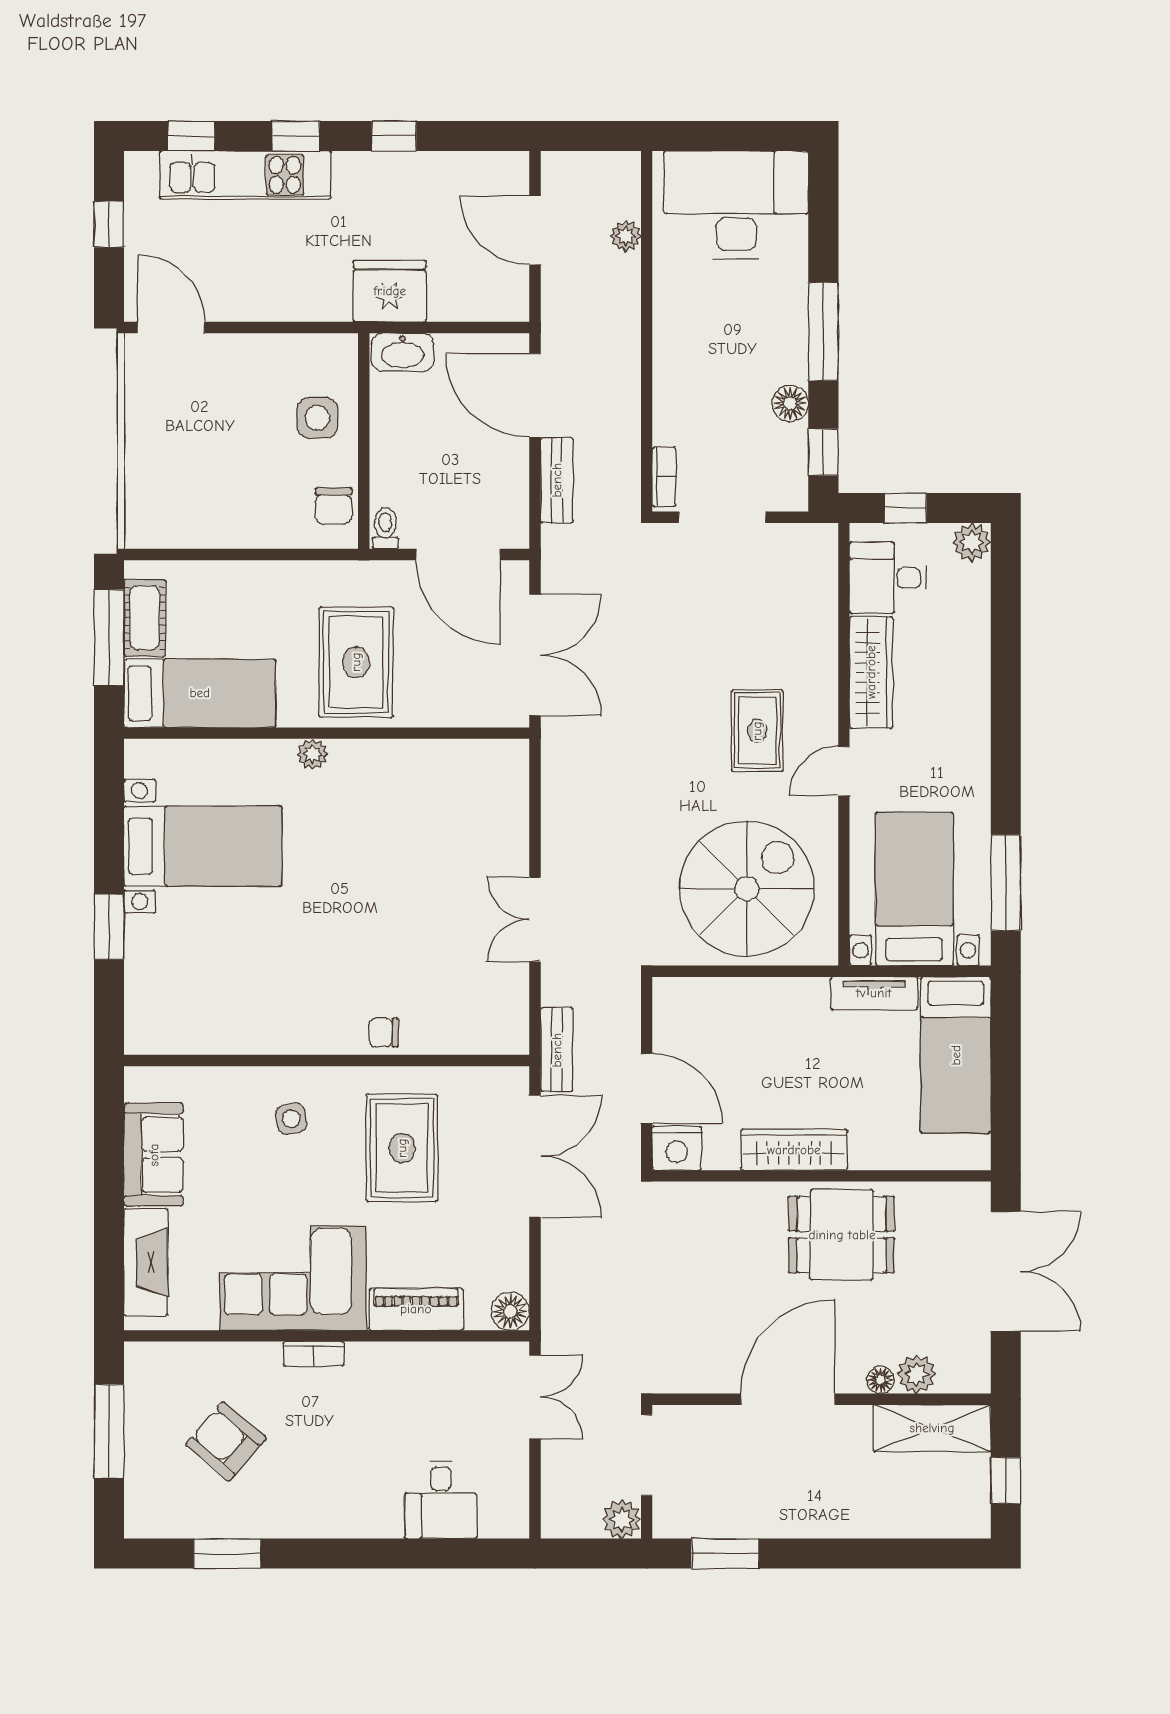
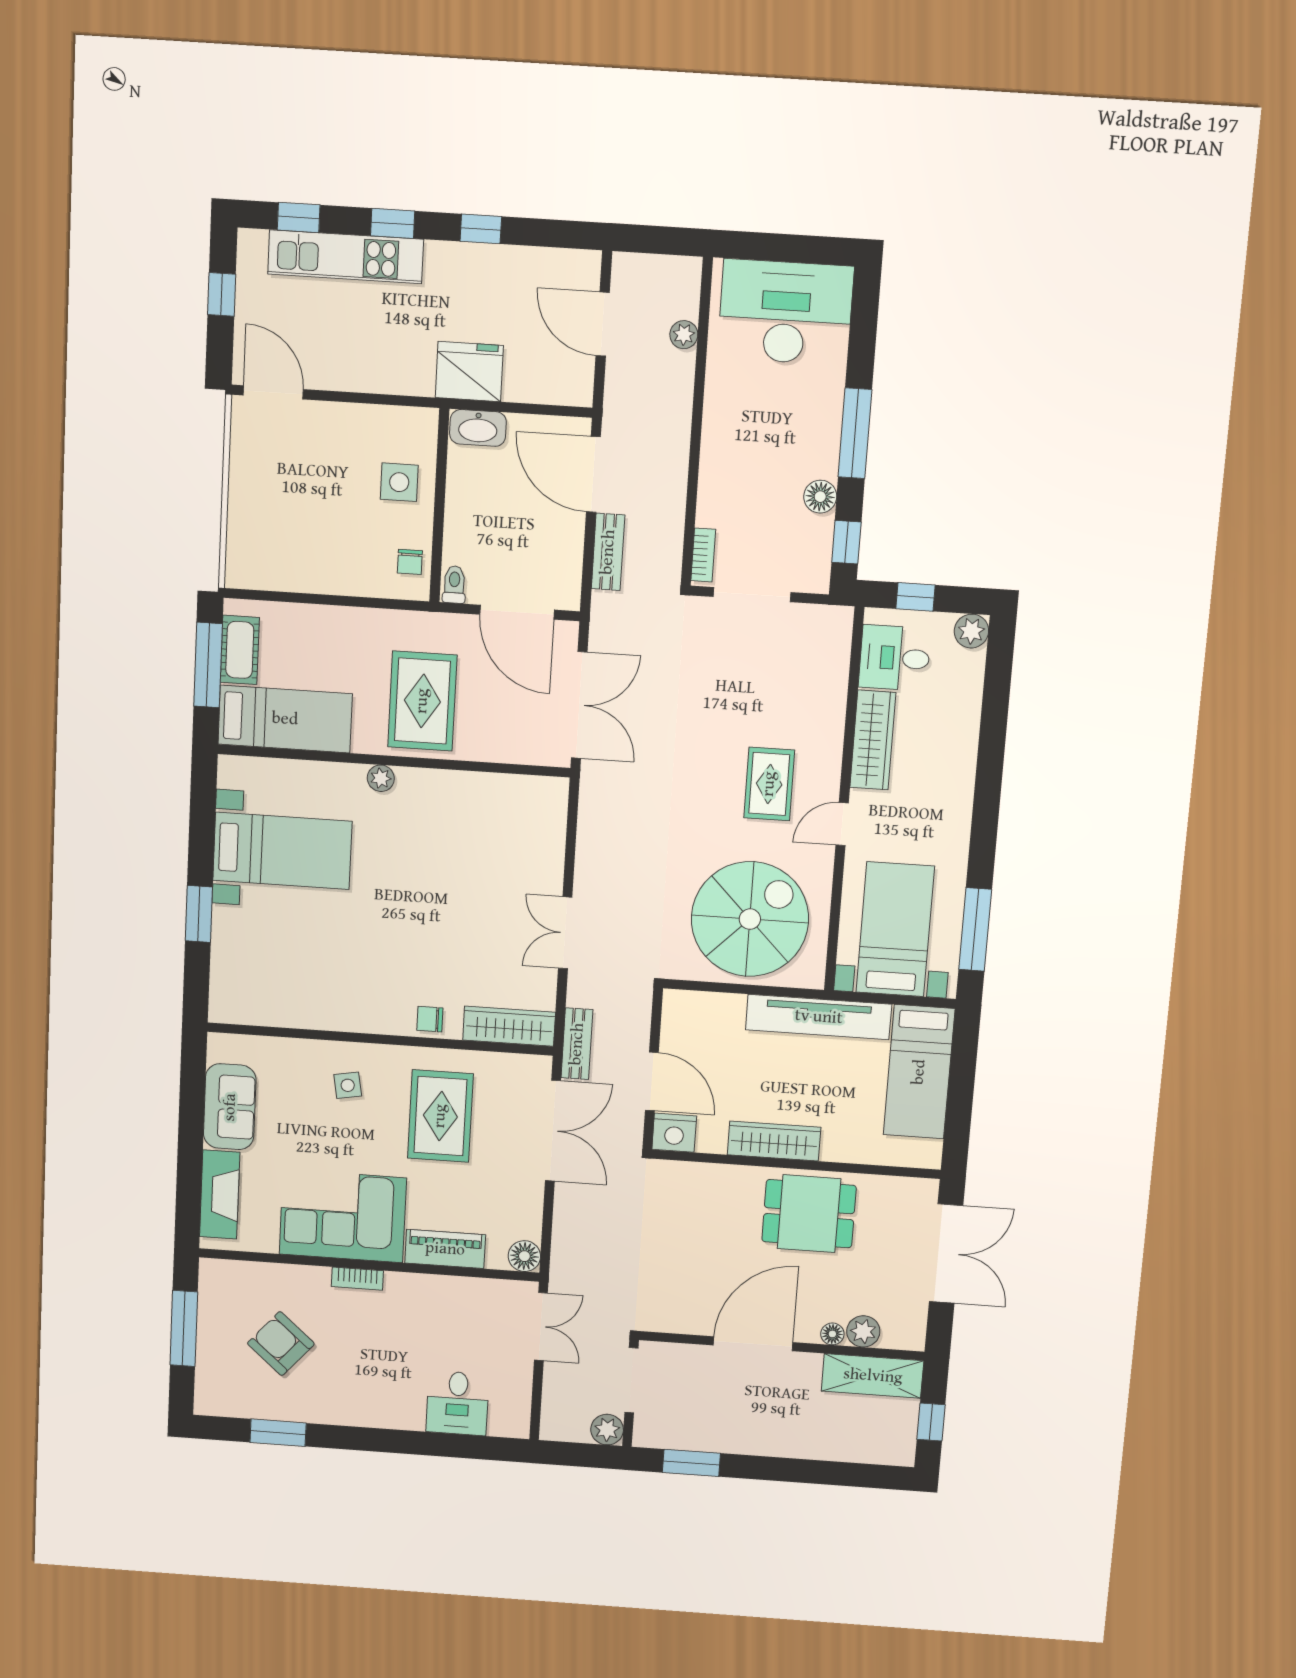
chair: (334, 506) -> (410, 562), width x0.73, depth x0.73
tv unit: (874, 993) -> (819, 1017), width x1.92, depth x1.29
wardrobe: (476, 1034) -> (509, 1026), added

